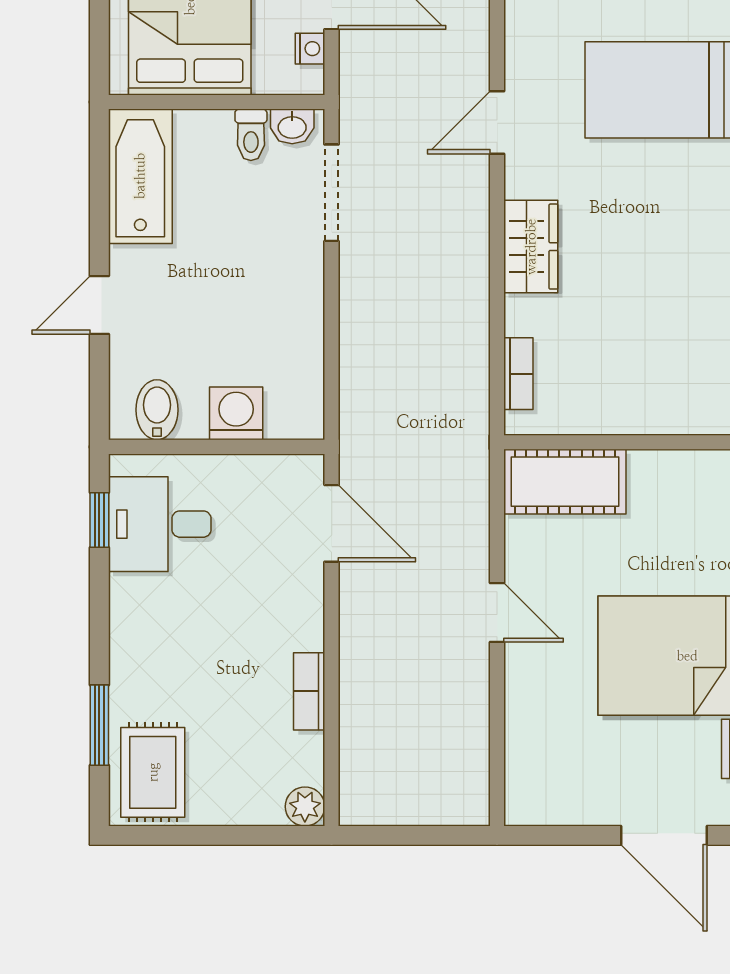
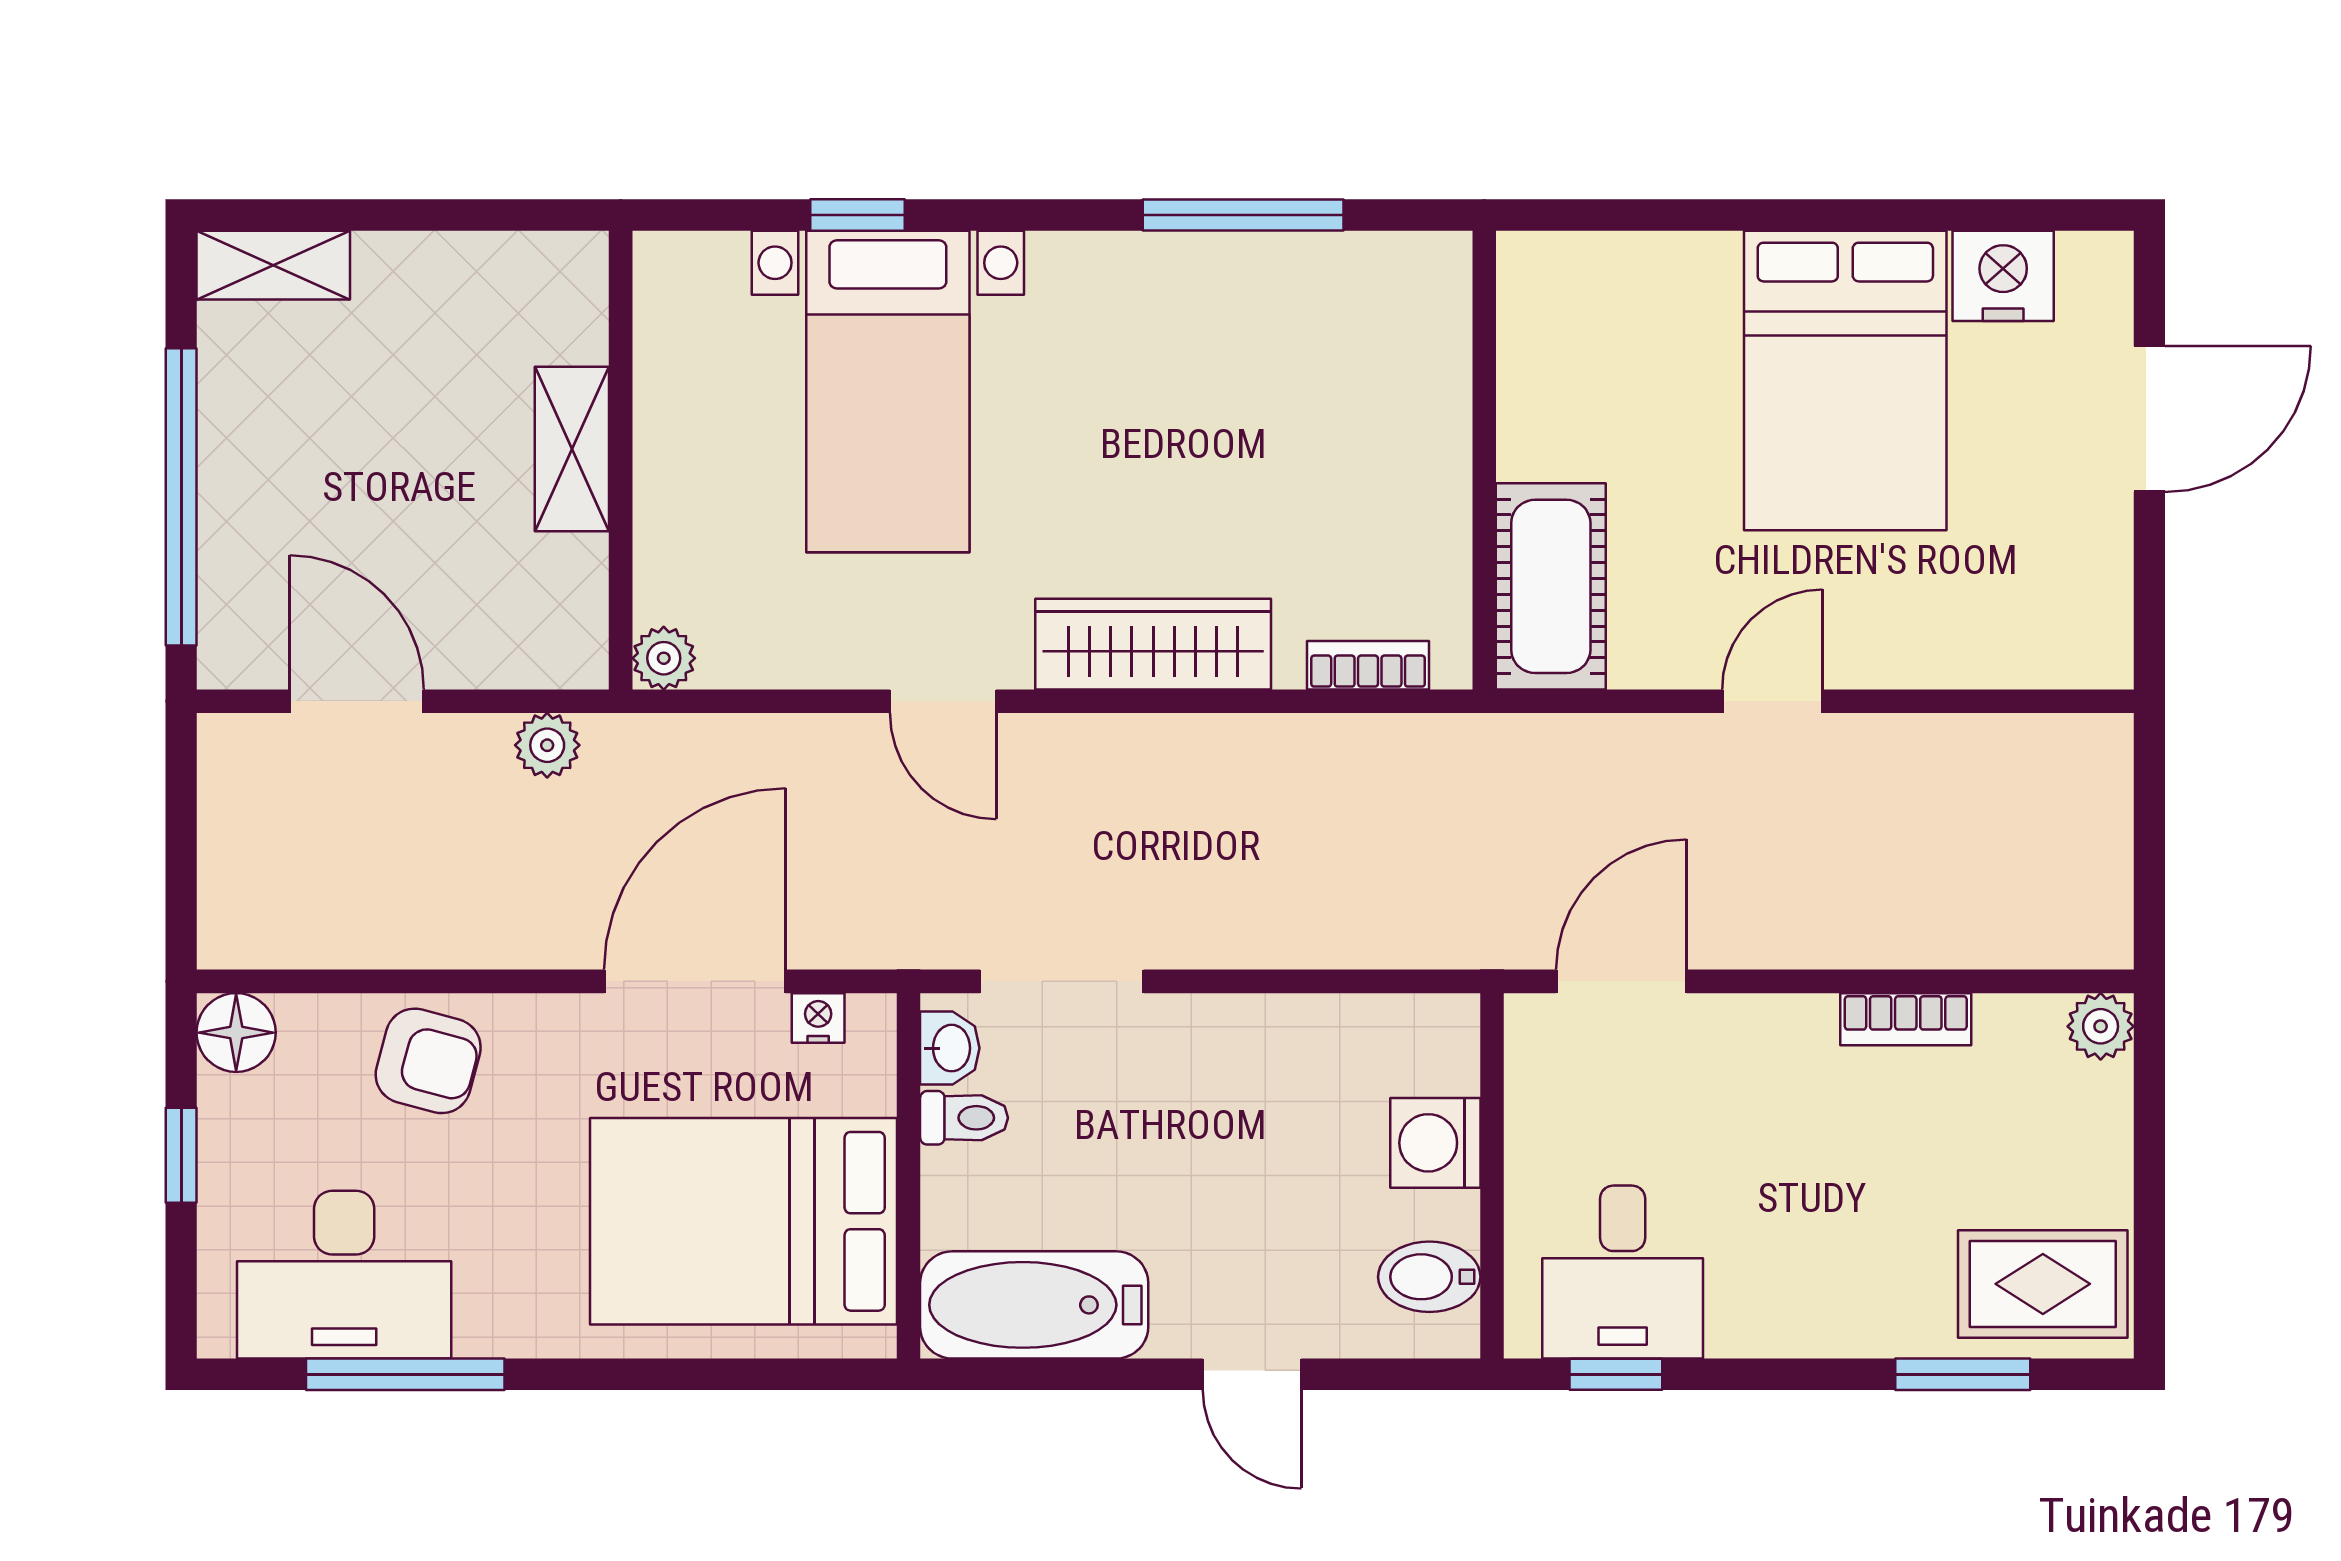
wardrobe: (531, 247) -> (1153, 644), width x1.50

